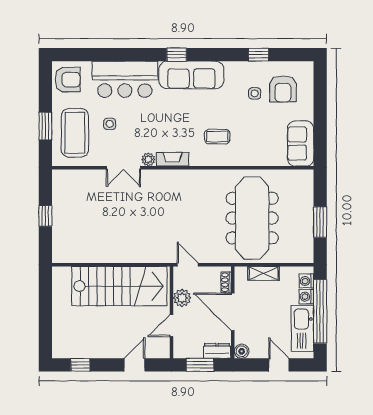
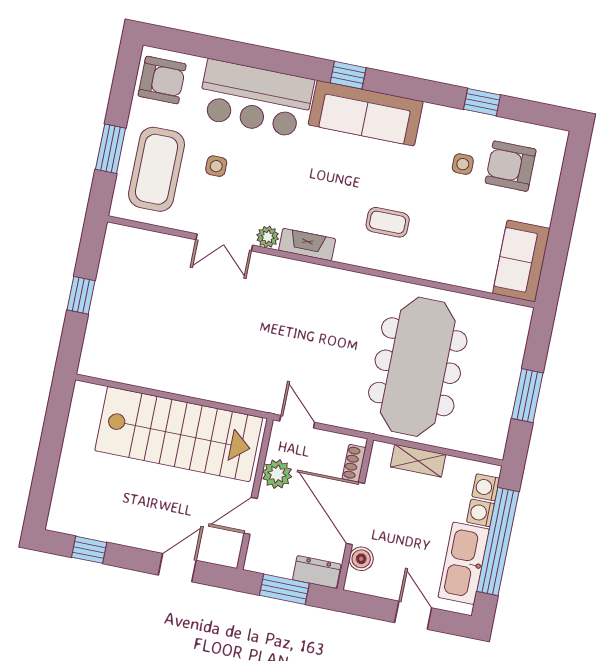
armchair: (283, 89) -> (511, 166), turned 90
boiler: (242, 351) -> (361, 559), moved

